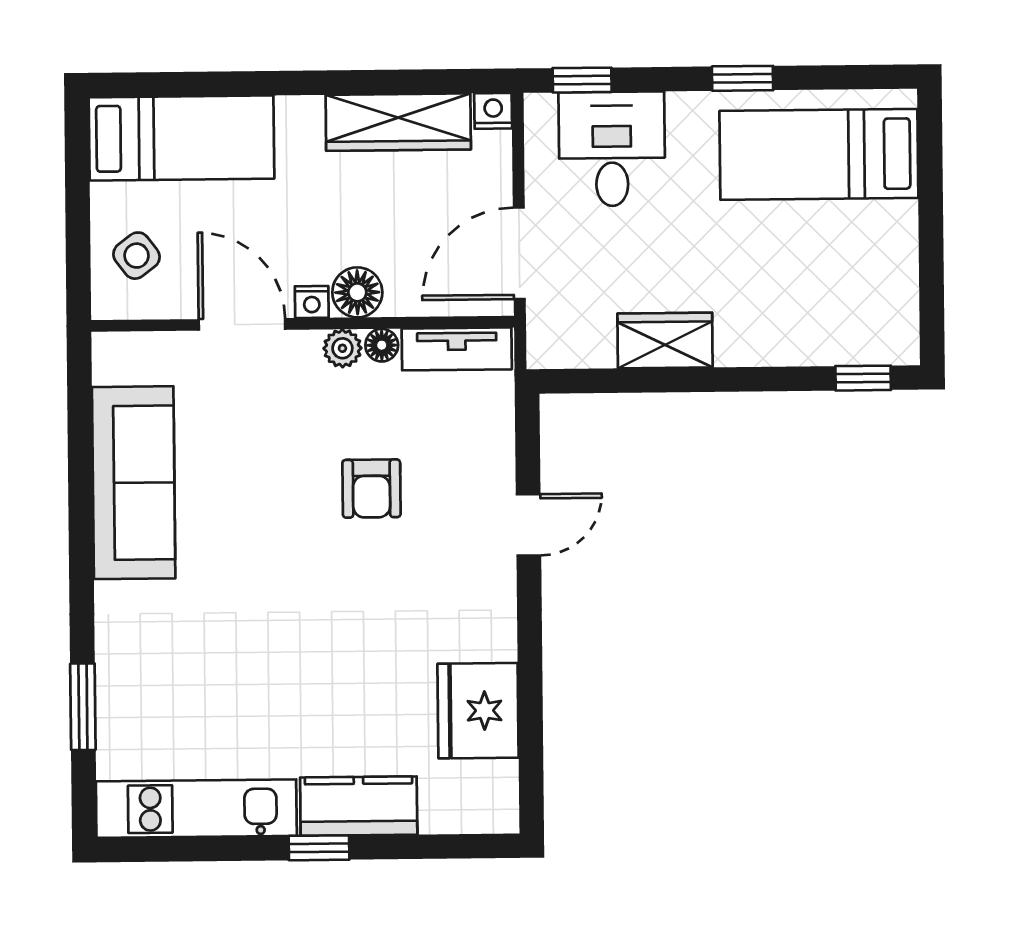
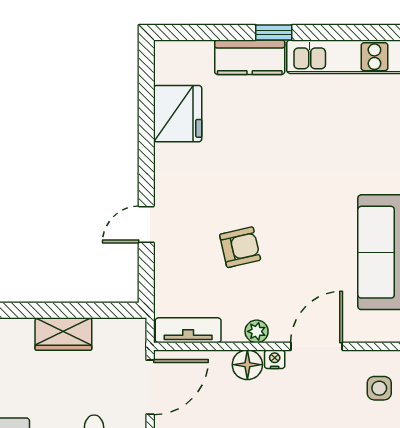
side table: (137, 256) -> (379, 388), turned 37
door: (242, 324) -> (317, 346), swing flipped
floor lamp: (382, 345) -> (233, 333), removed
armchair: (371, 489) -> (240, 247), turned 77

